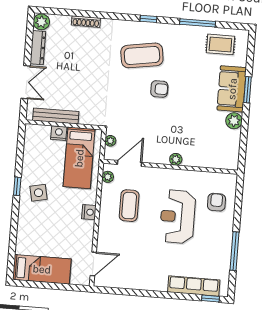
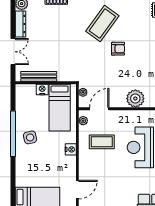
coffee table: (142, 55) -> (102, 24), turned -45
plant: (176, 159) -> (135, 99), width x1.88, depth x1.88
window: (17, 186) -> (13, 134), width x3.17
coffee table: (129, 206) -> (102, 142), turned 90

